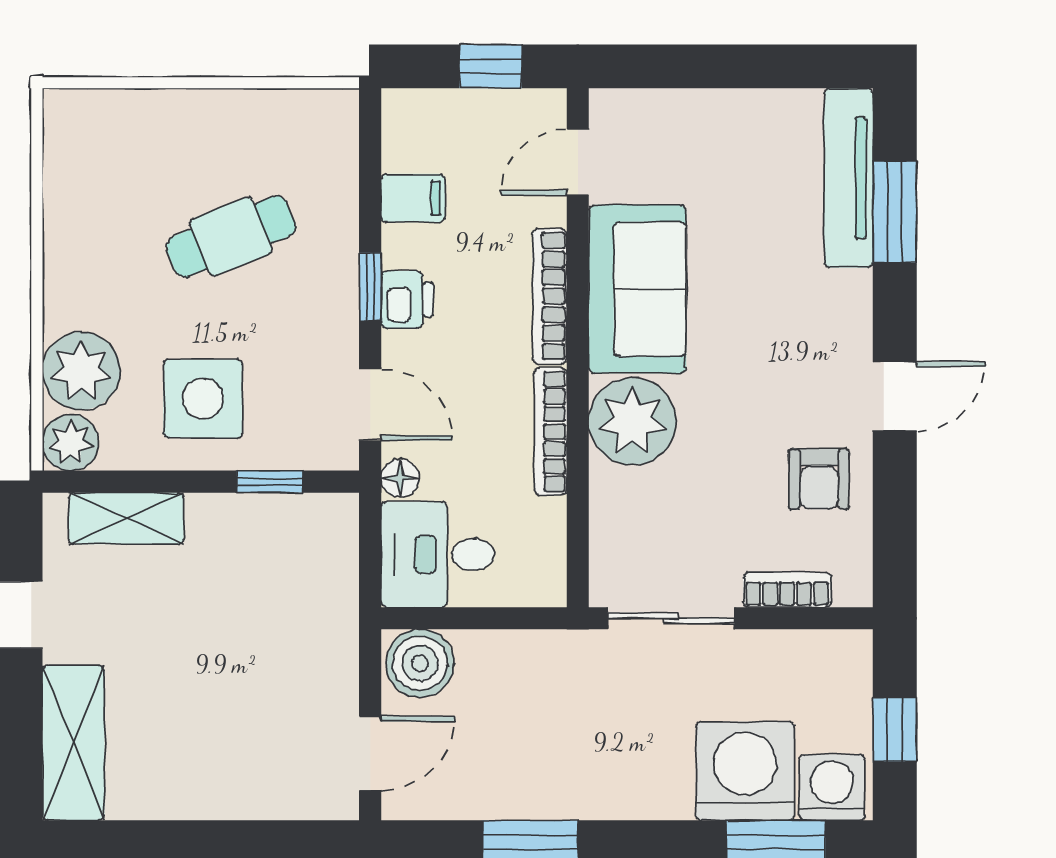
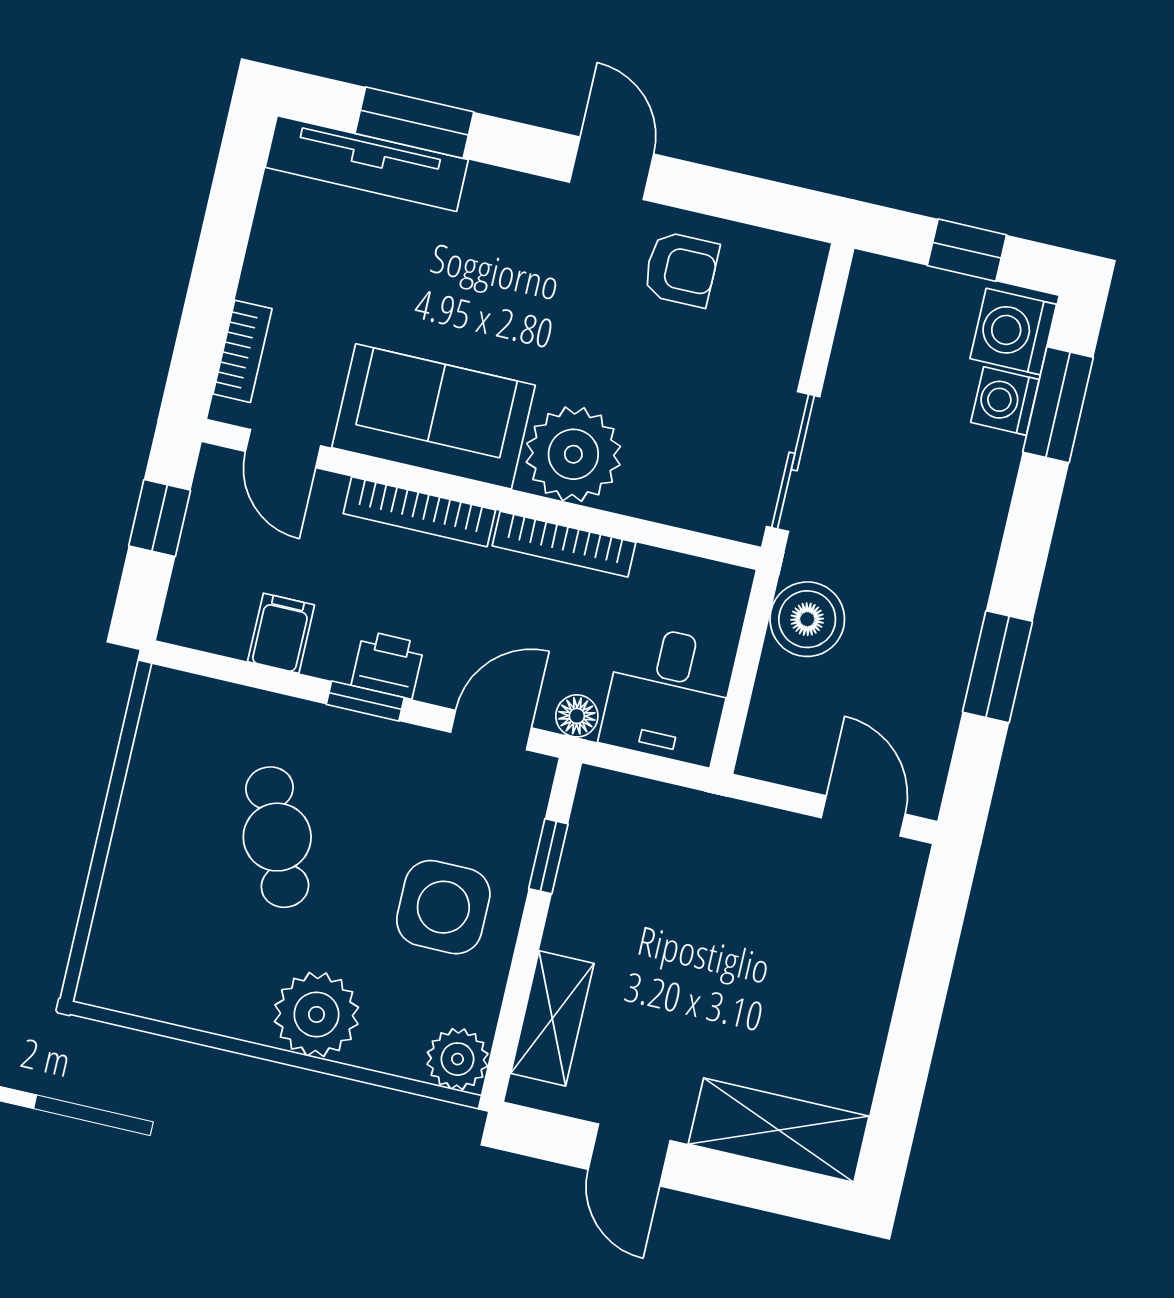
plant: (81, 371) -> (316, 1014), moved
bookcase: (787, 590) -> (242, 351), moved, turned 180
boiler: (420, 663) -> (807, 619), moved
washing machine: (745, 771) -> (1005, 401), width x0.53, depth x0.53

